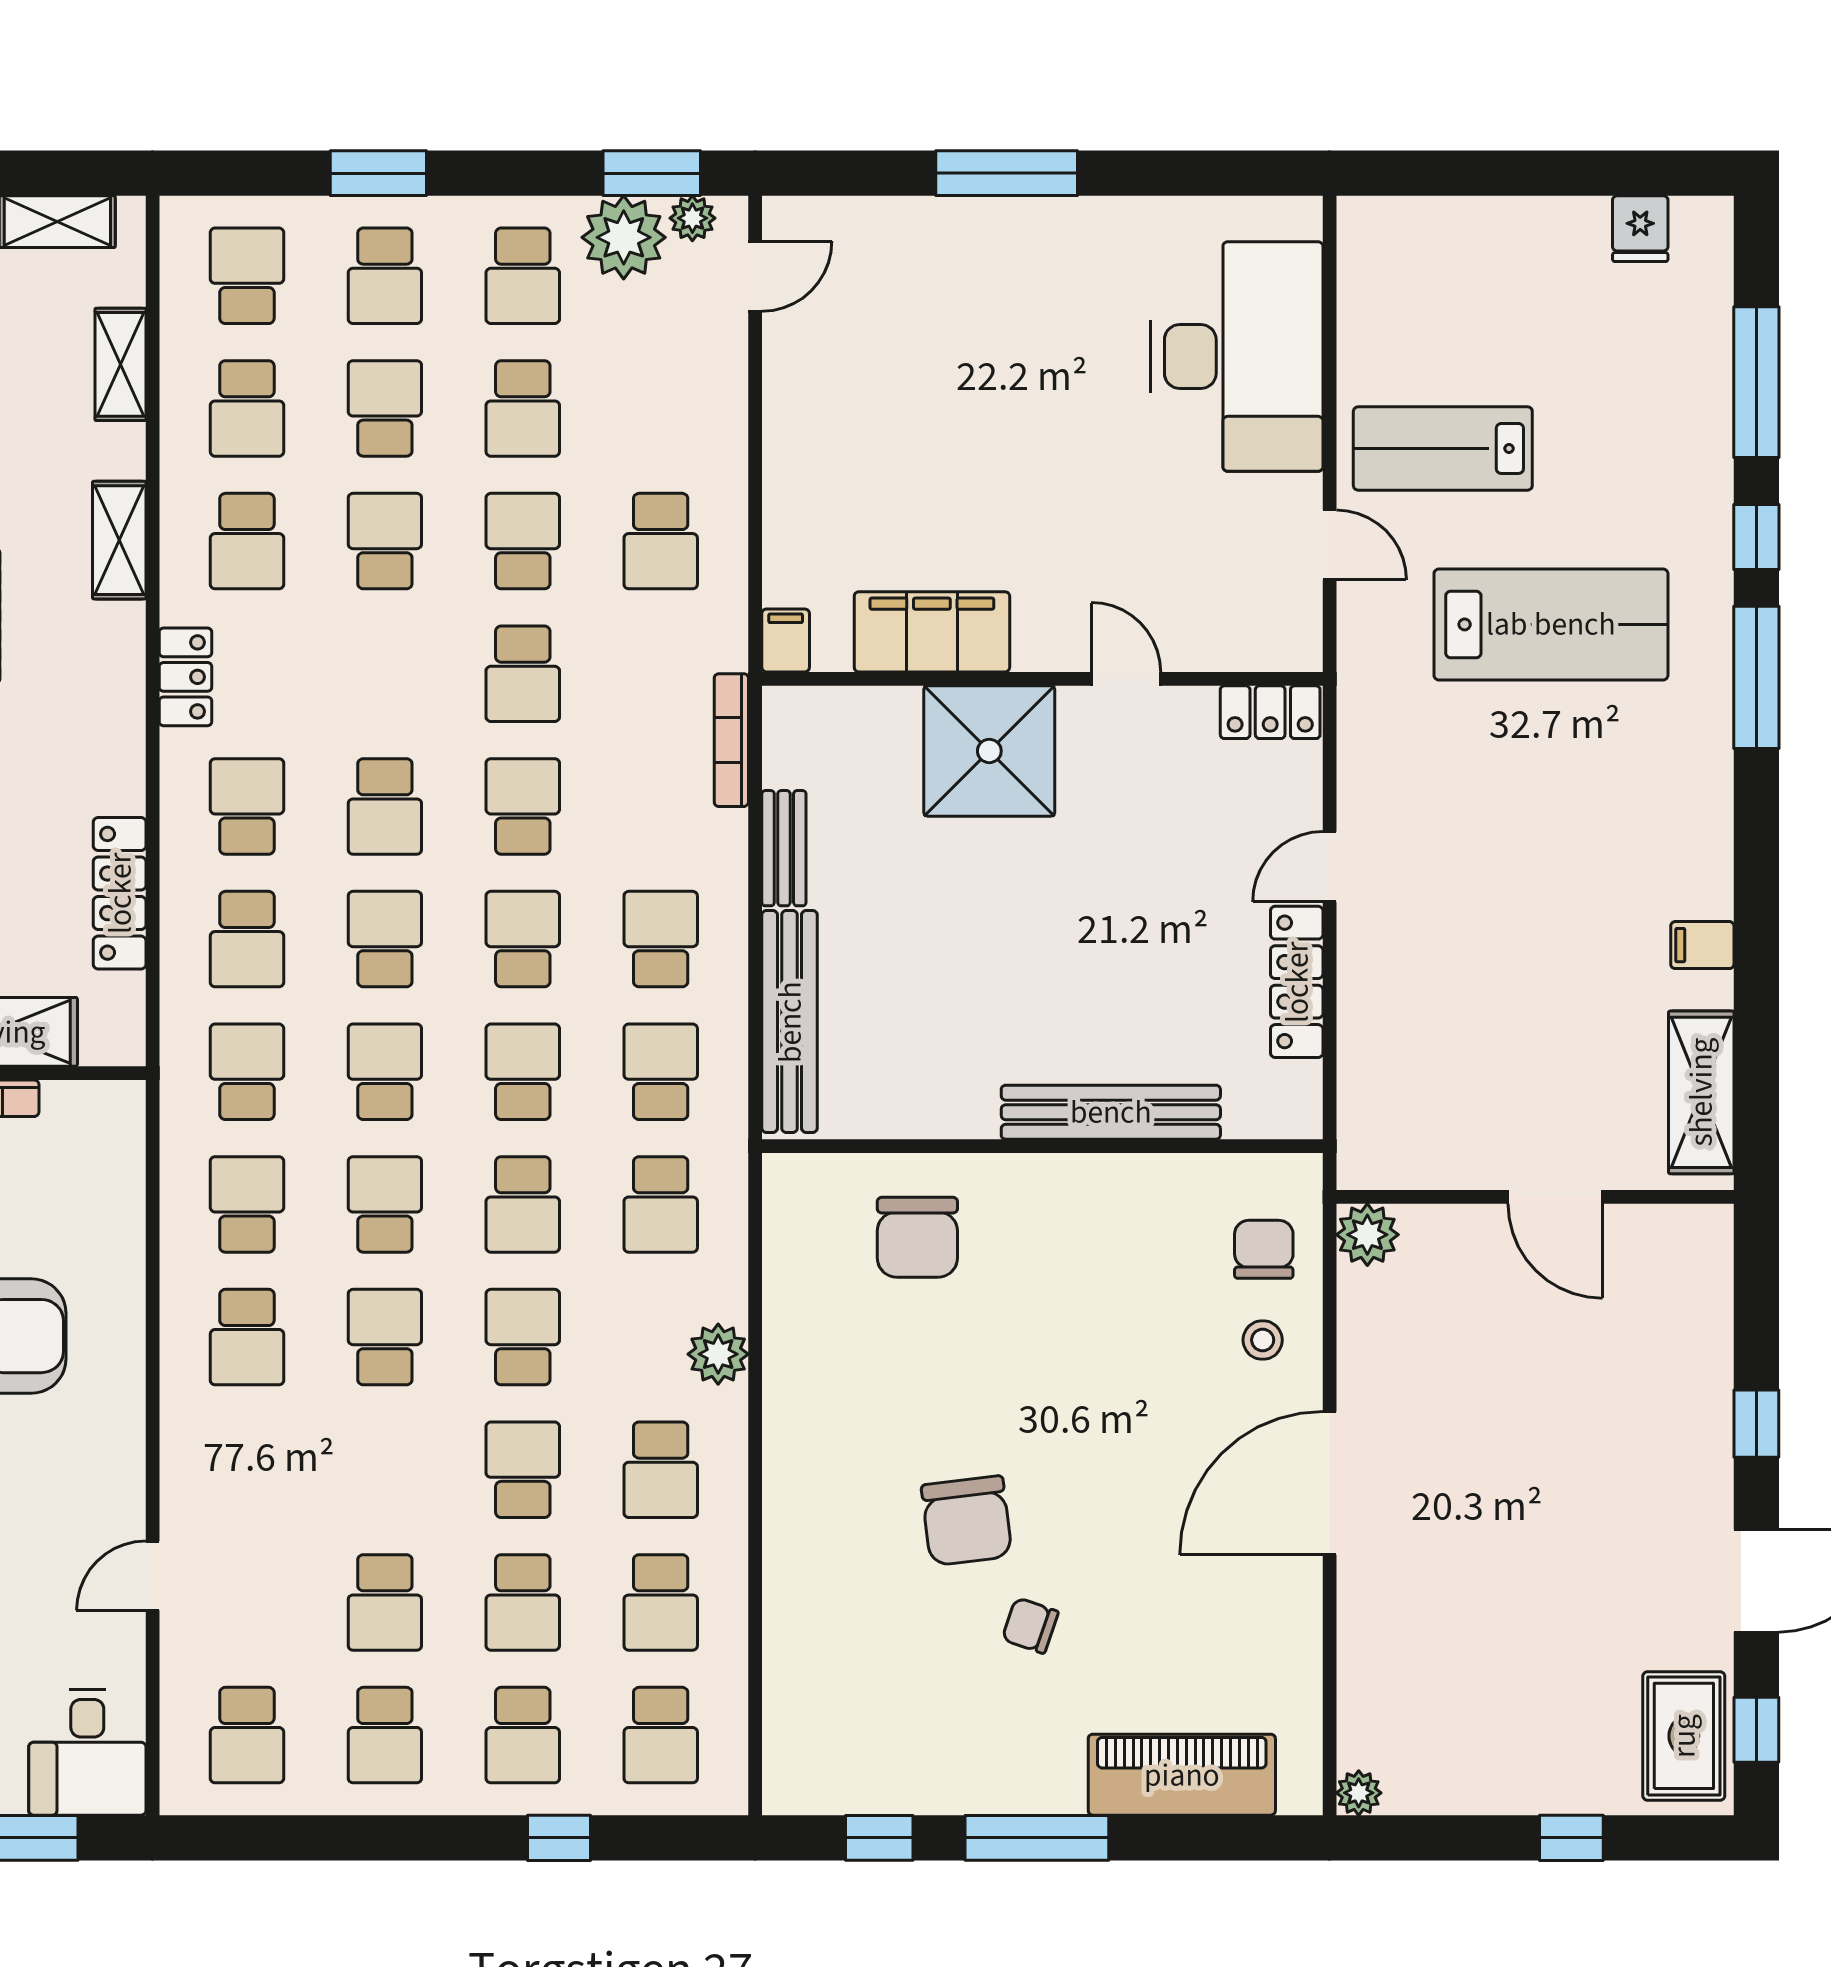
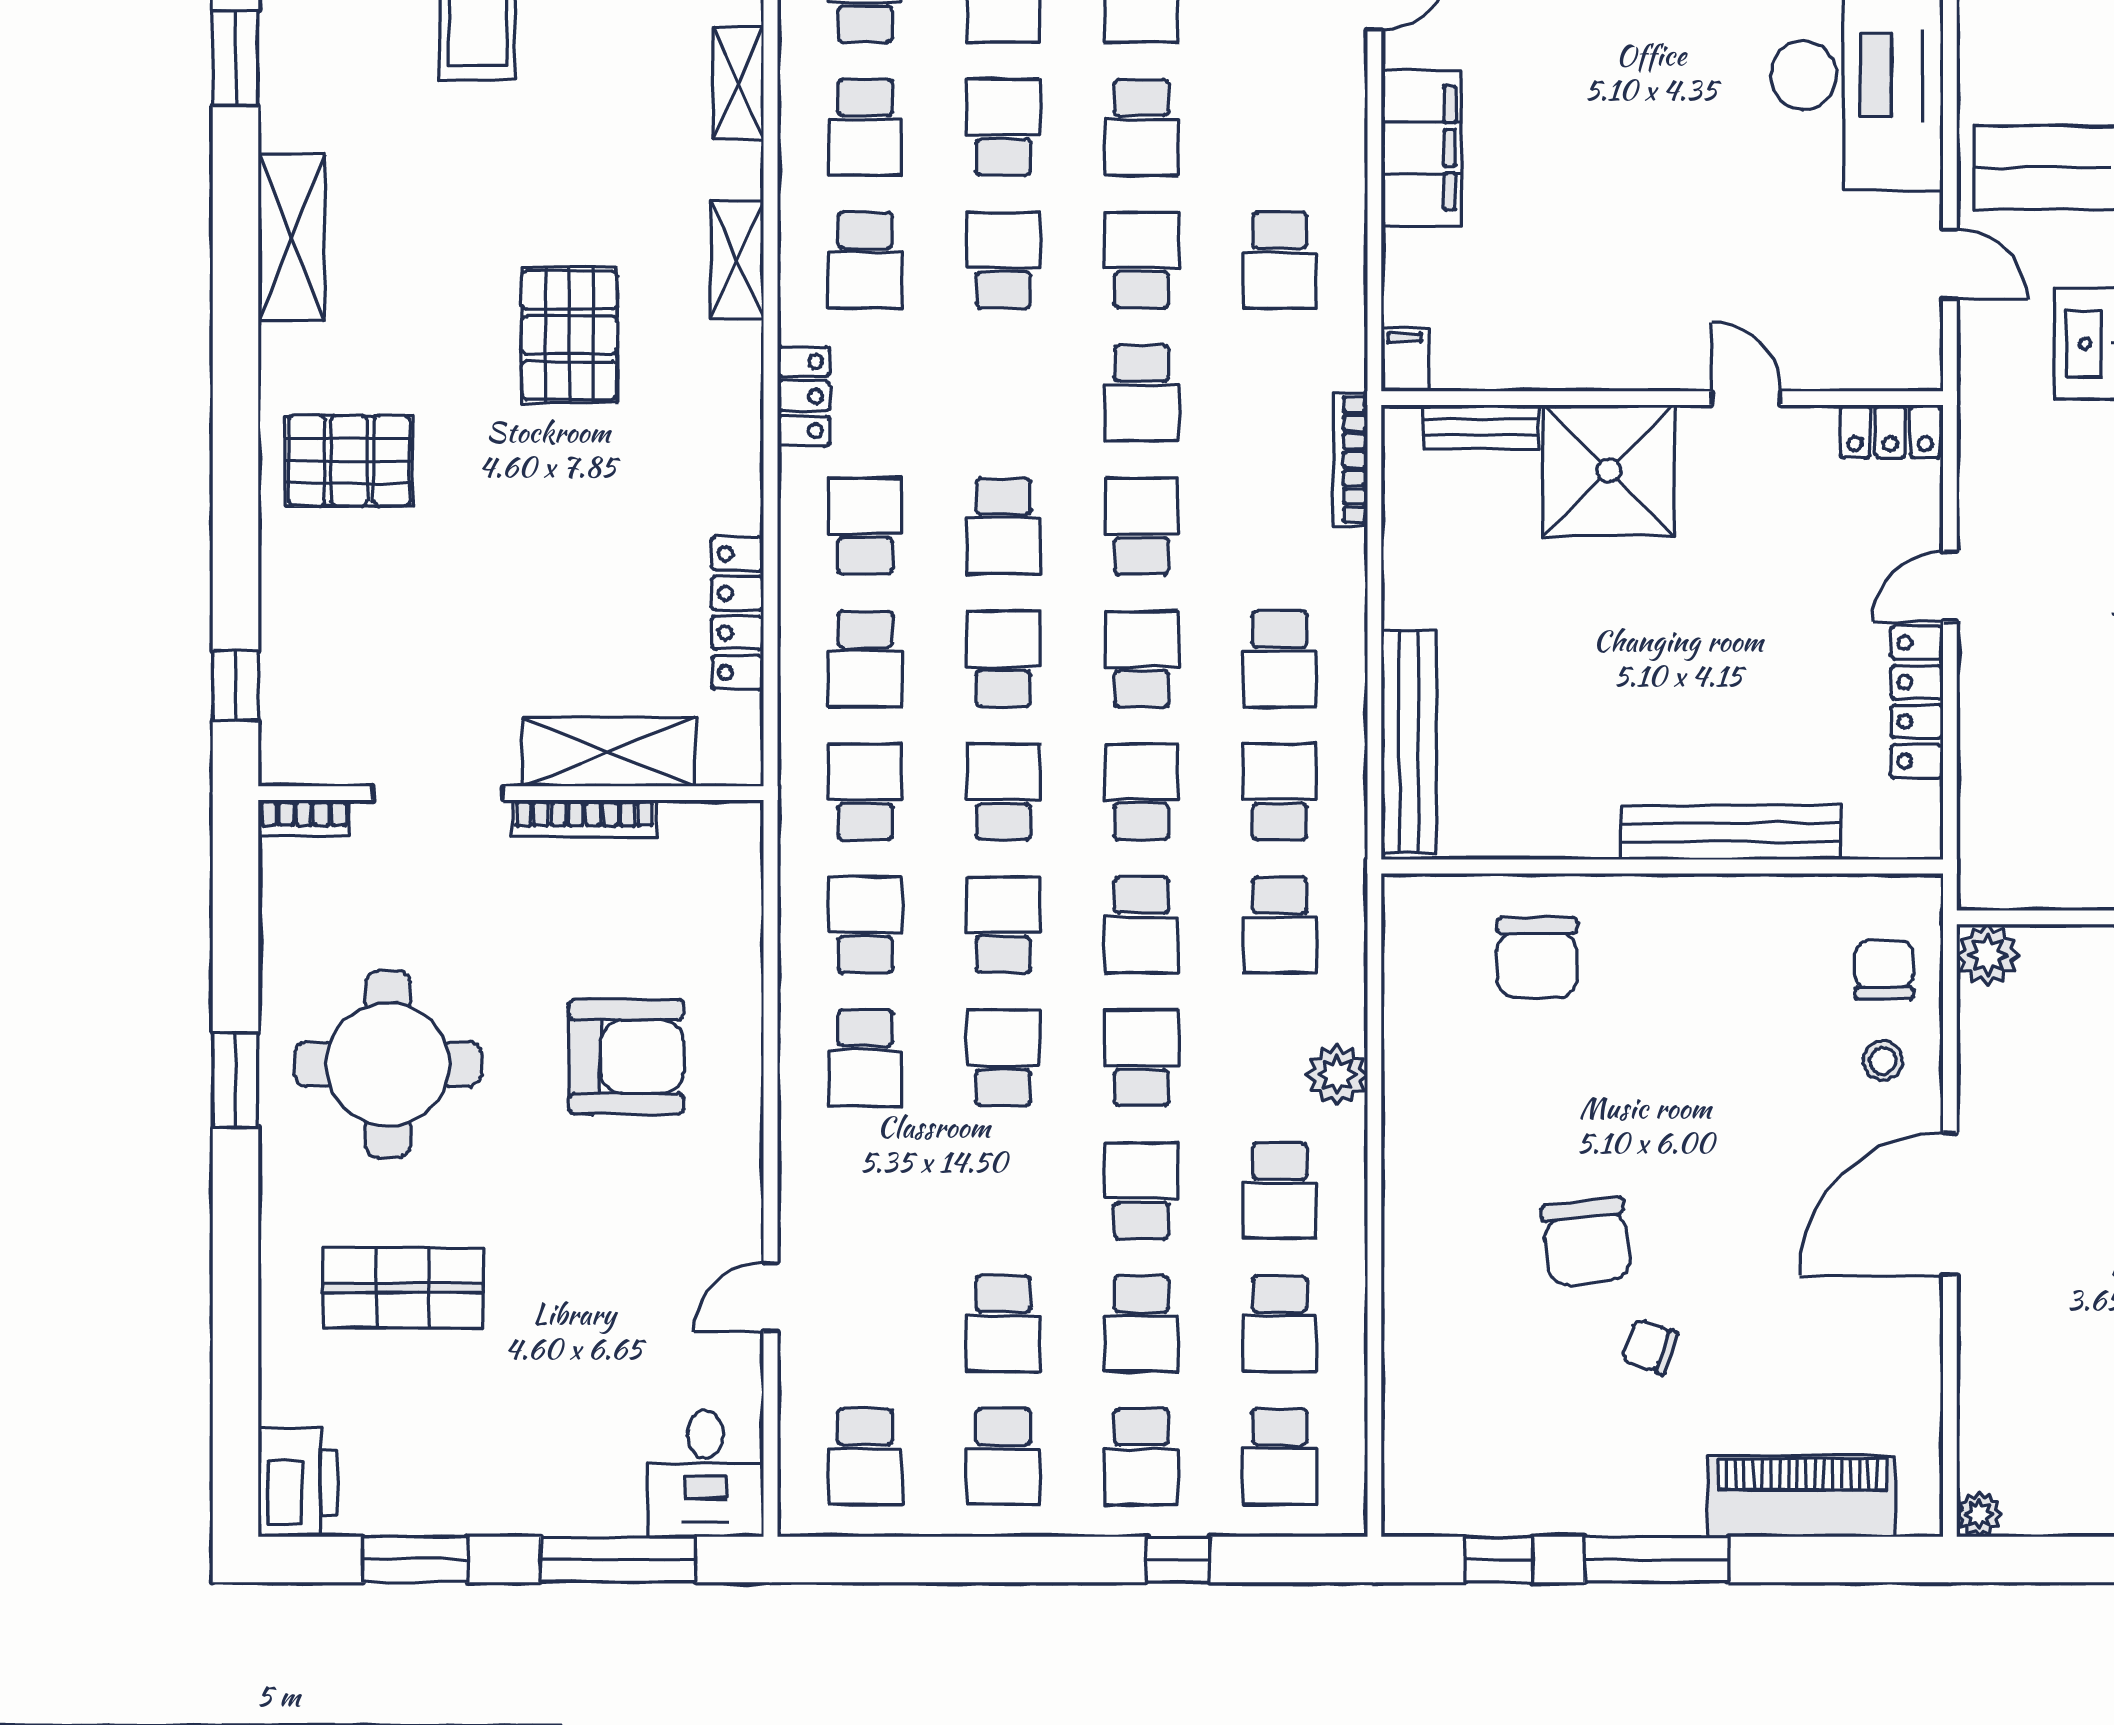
filing cabinet: (932, 632) -> (1421, 148), moved, turned 90
bench: (784, 848) -> (1481, 427), moved, turned 90
school desk: (661, 939) -> (1280, 659), turned 180

